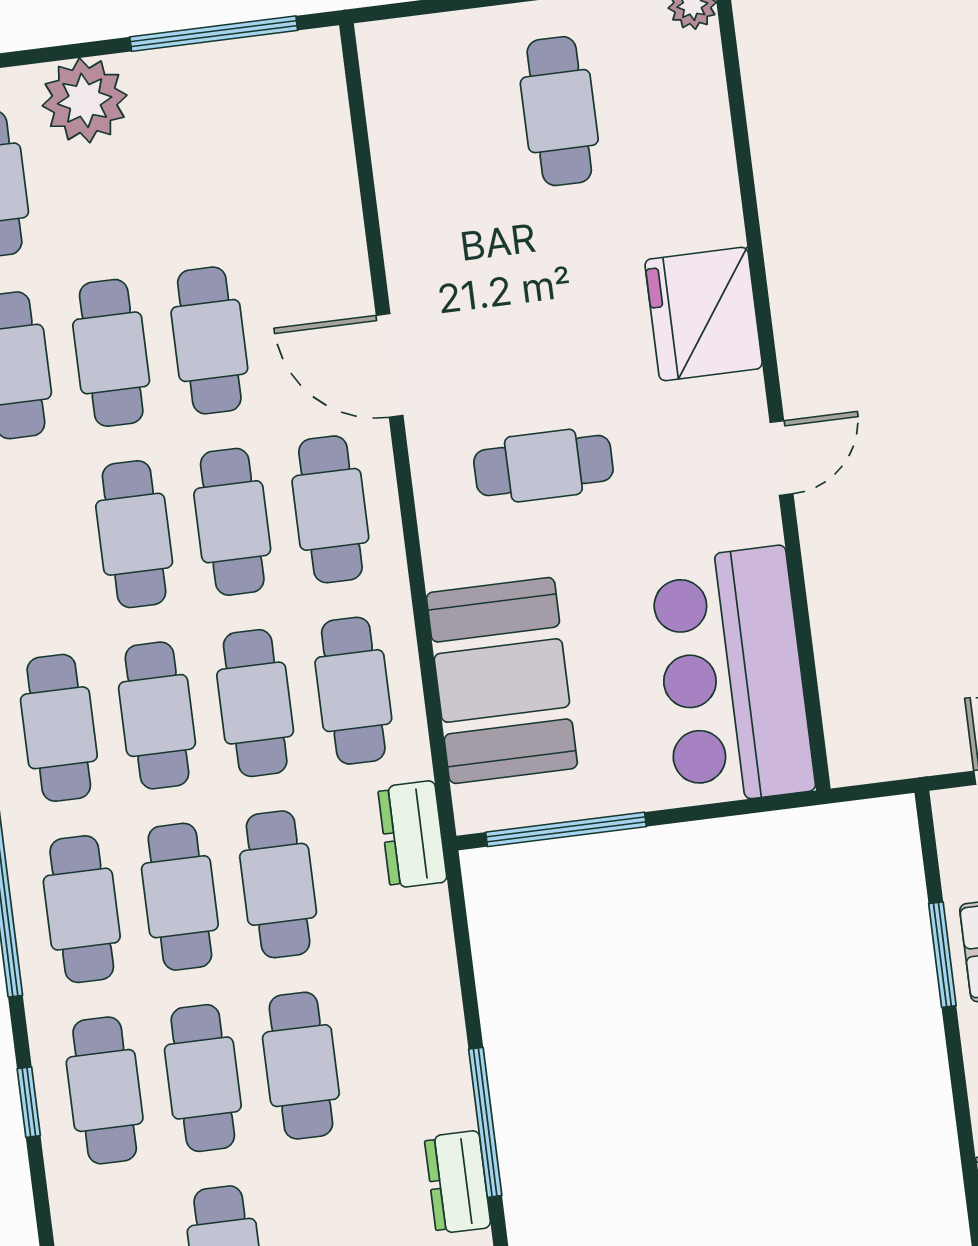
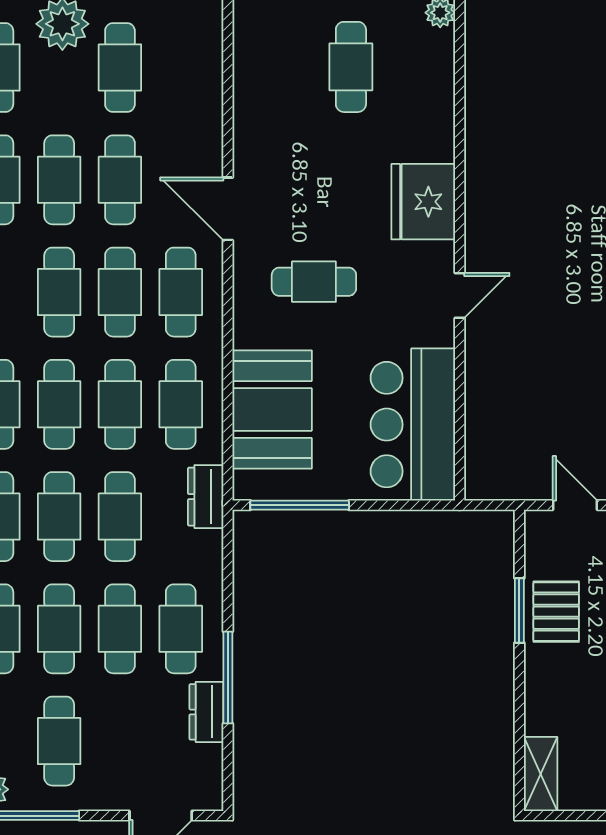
cafe table: (186, 159) -> (120, 68), added
cafe table: (399, 1053) -> (181, 629), added

